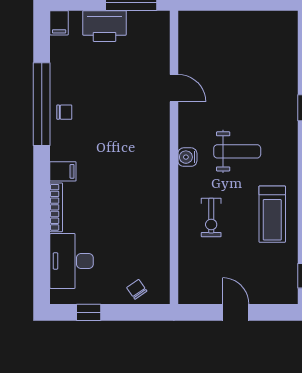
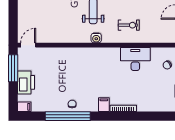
door: (174, 88) -> (28, 45), moved
desk: (71, 261) -> (135, 59), moved, turned 180

